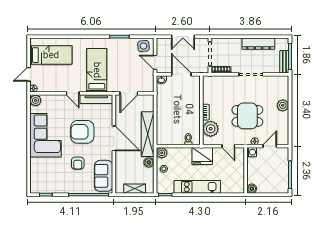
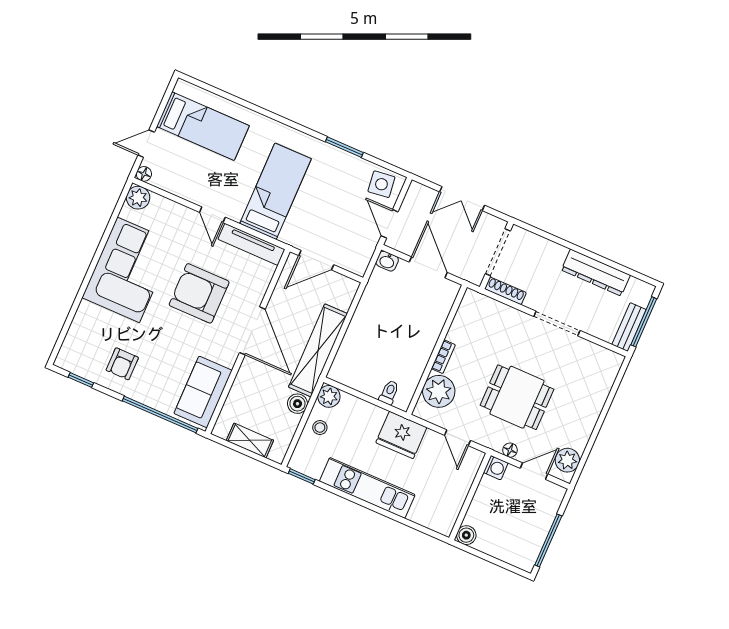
plant: (283, 105) -> (567, 460), moved
armchair: (78, 163) -> (122, 364), moved

